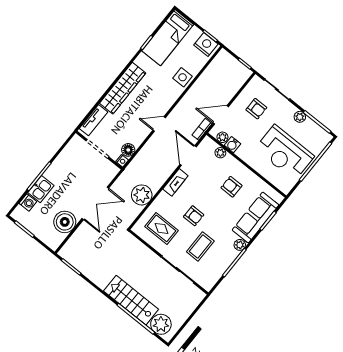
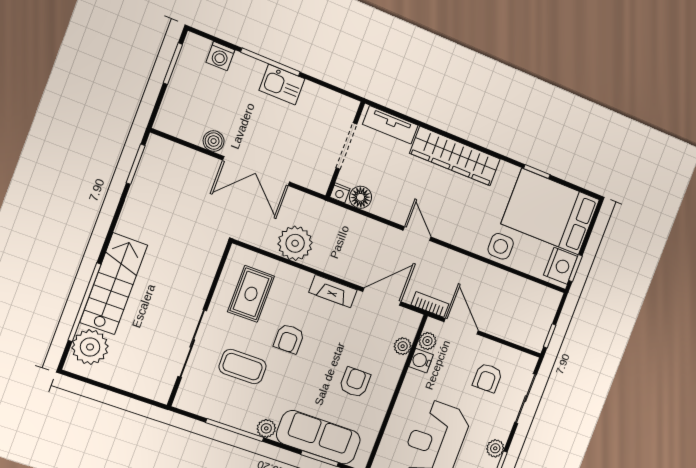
bed: (168, 38) -> (550, 212), width x1.50
kitchen sink: (41, 189) -> (282, 85), moved
boiler: (65, 222) -> (214, 141), width x0.54, depth x0.54

